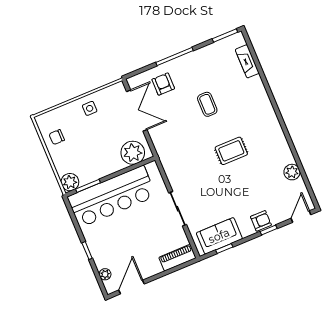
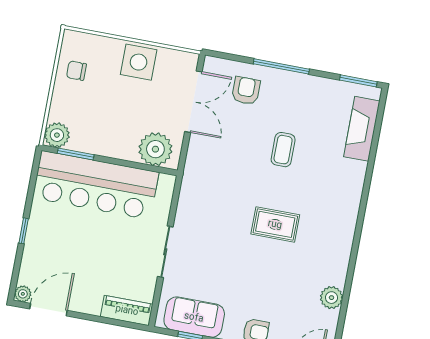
fireplace: (247, 61) -> (362, 129), width x1.37, depth x1.32
side table: (90, 108) -> (139, 62), width x1.87, depth x1.87
plant: (105, 274) -> (23, 294), moved

